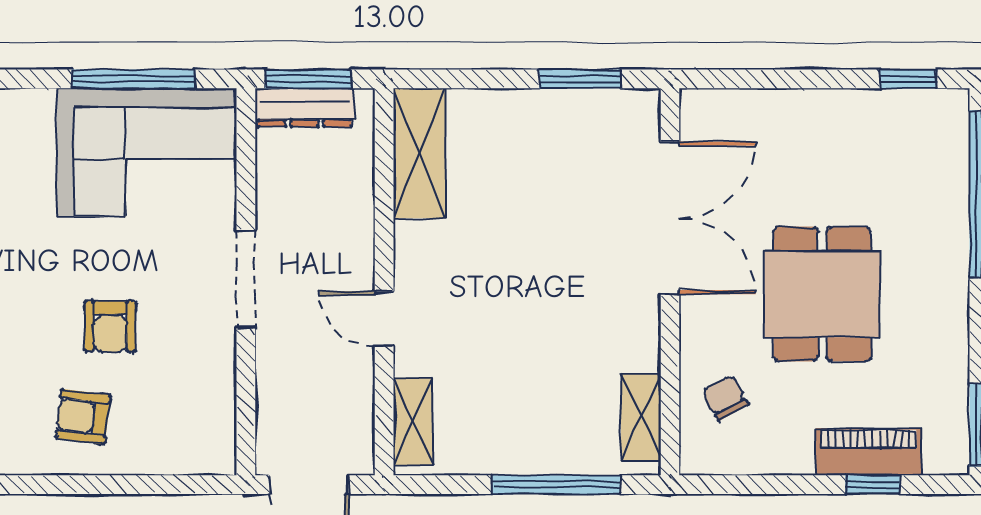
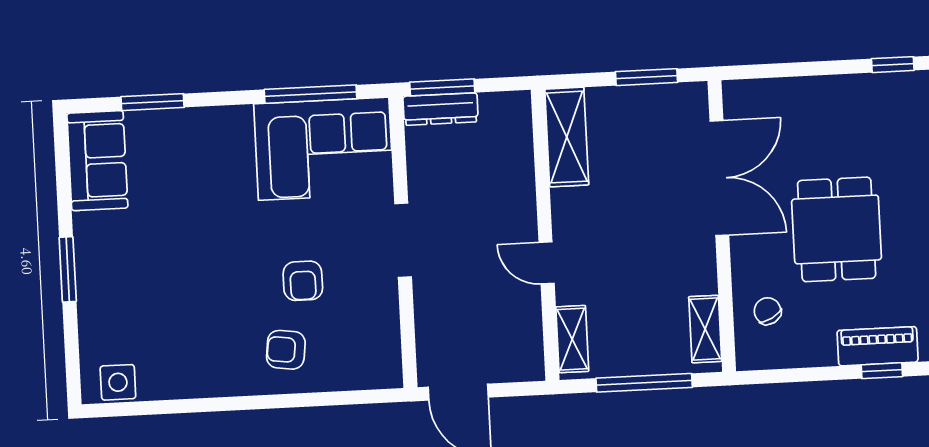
shelving: (419, 153) -> (567, 137), moved
wall: (384, 282) -> (545, 235), moved
door: (384, 319) -> (547, 263), moved
shelving: (413, 422) -> (572, 339), moved

